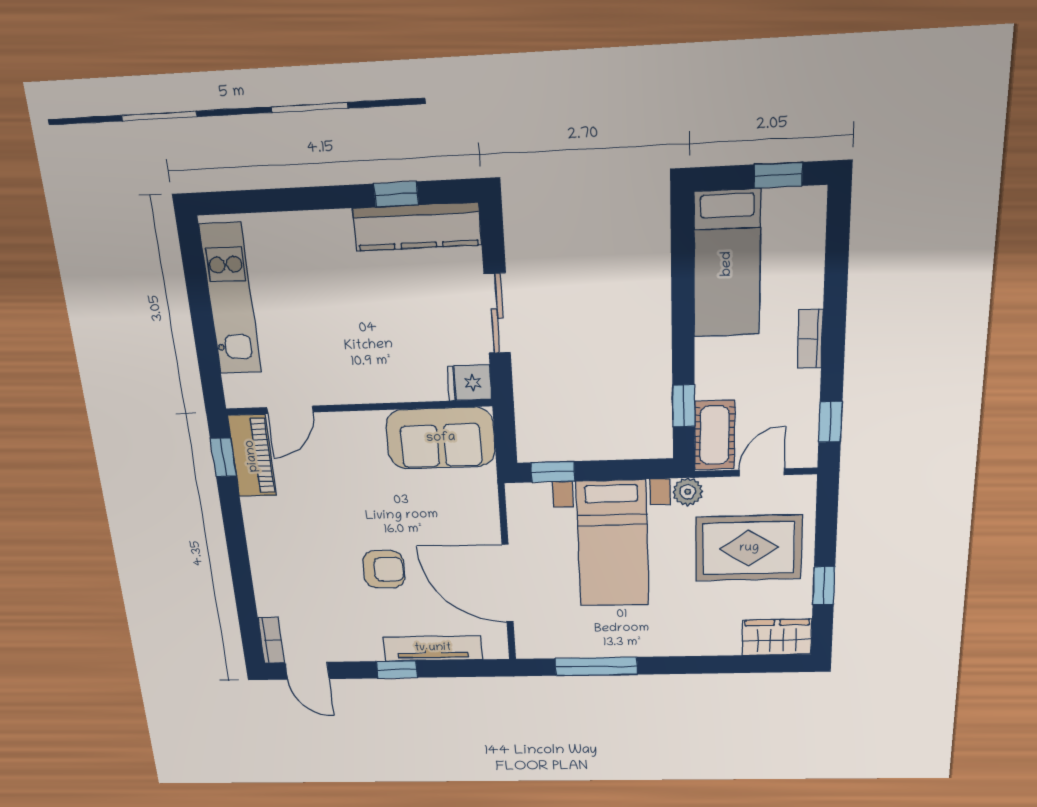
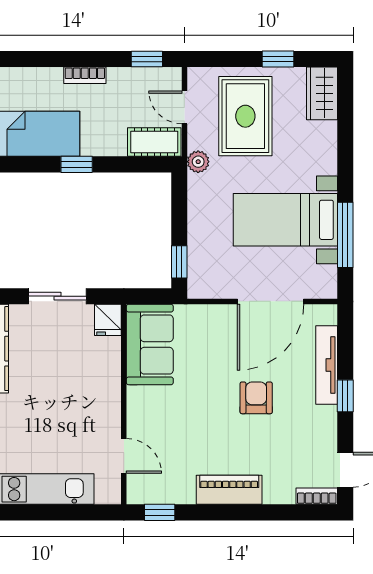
window: (684, 406) -> (77, 164), moved
piano: (252, 456) -> (229, 490), moved
bed with nightstands: (613, 544) -> (285, 220), moved, turned 180

